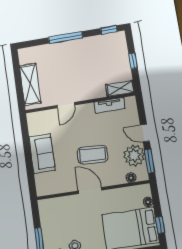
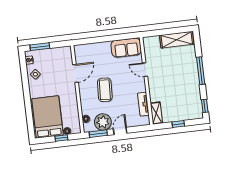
shelving: (30, 84) -> (177, 40), moved
sofa: (42, 154) -> (126, 48), moved
door: (90, 190) -> (76, 74), moved
window: (160, 225) -> (61, 138), moved

